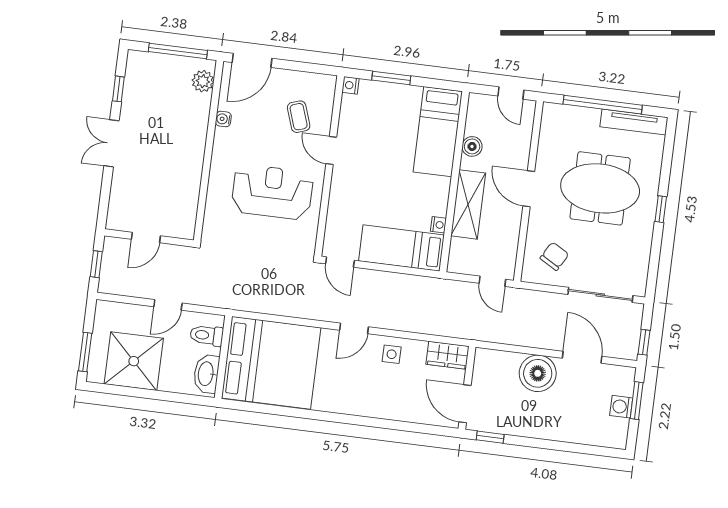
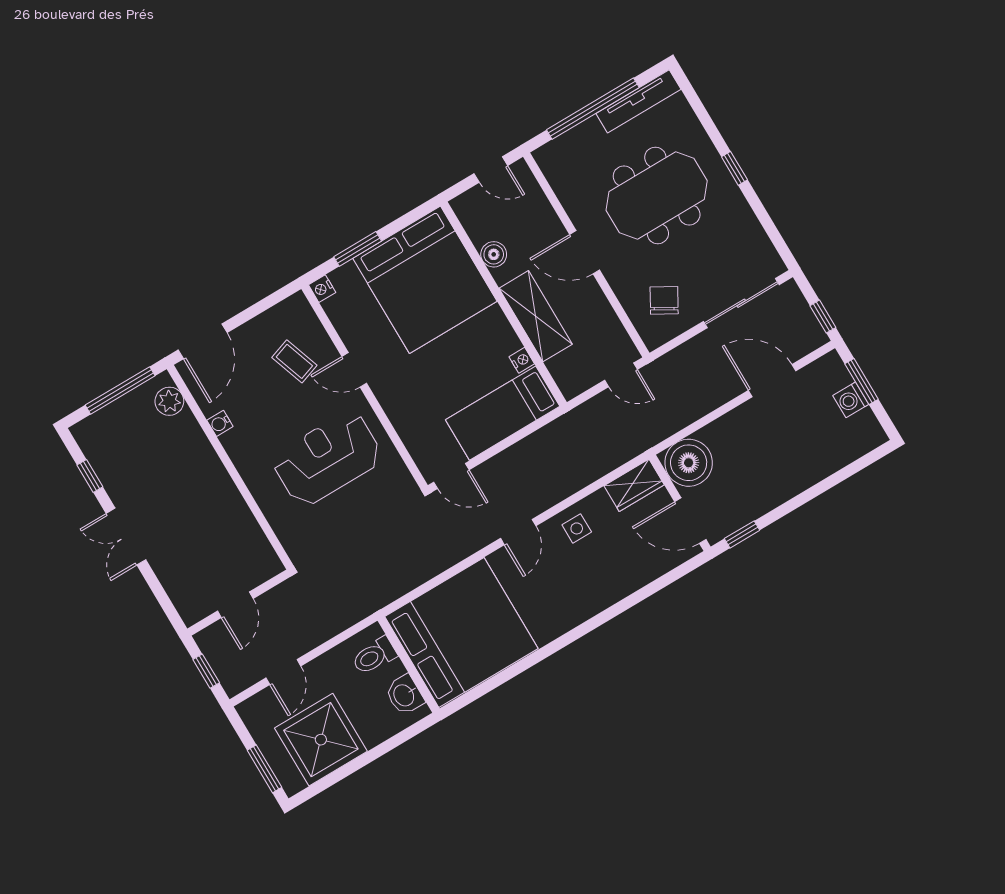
bed: (438, 132) -> (425, 280), width x2.04
door: (168, 305) -> (283, 672), moved
boiler: (538, 373) -> (689, 463), moved
washbasin: (206, 374) -> (404, 695), width x0.72

